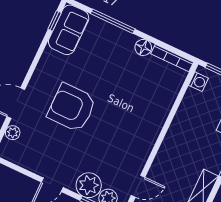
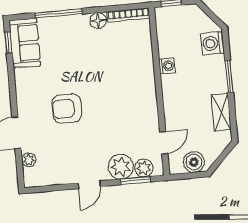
washing machine: (198, 82) -> (167, 66), moved
armchair: (72, 108) -> (67, 108), width x0.73, depth x0.73

